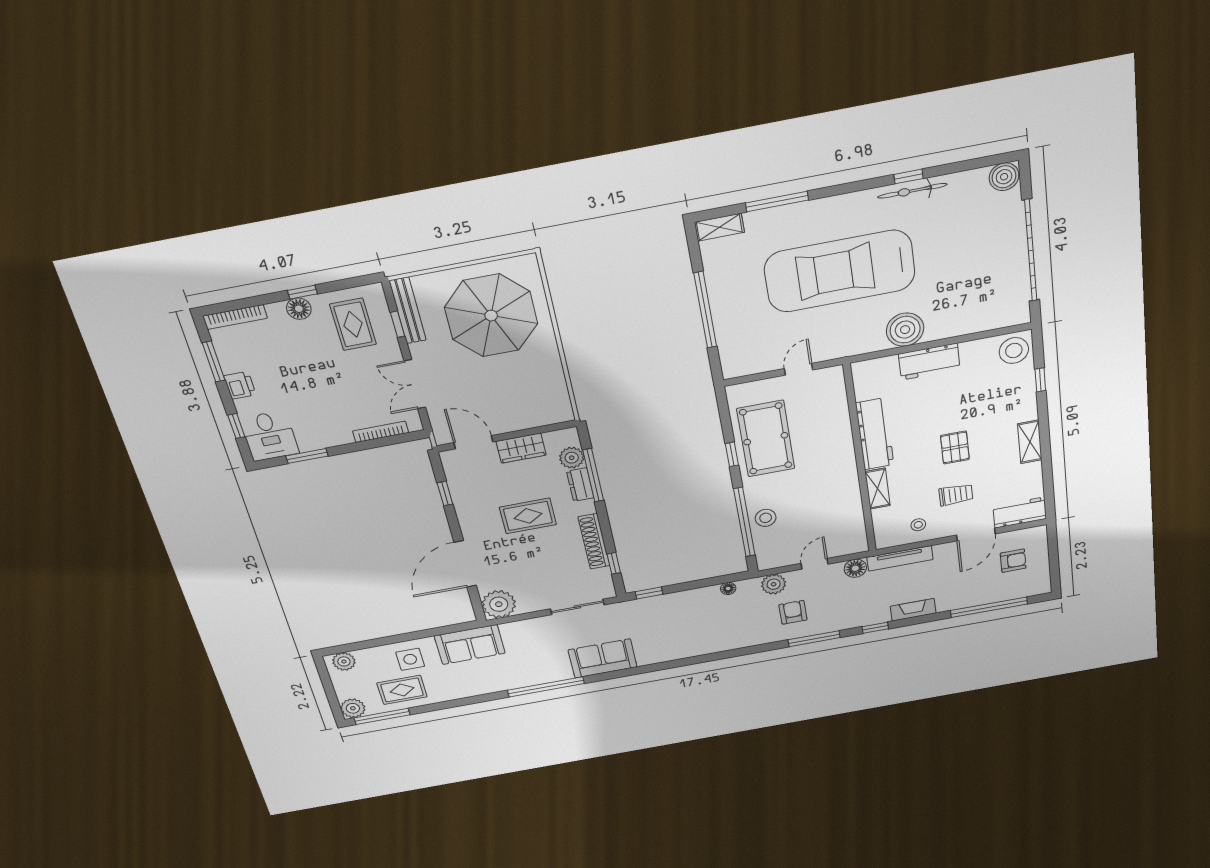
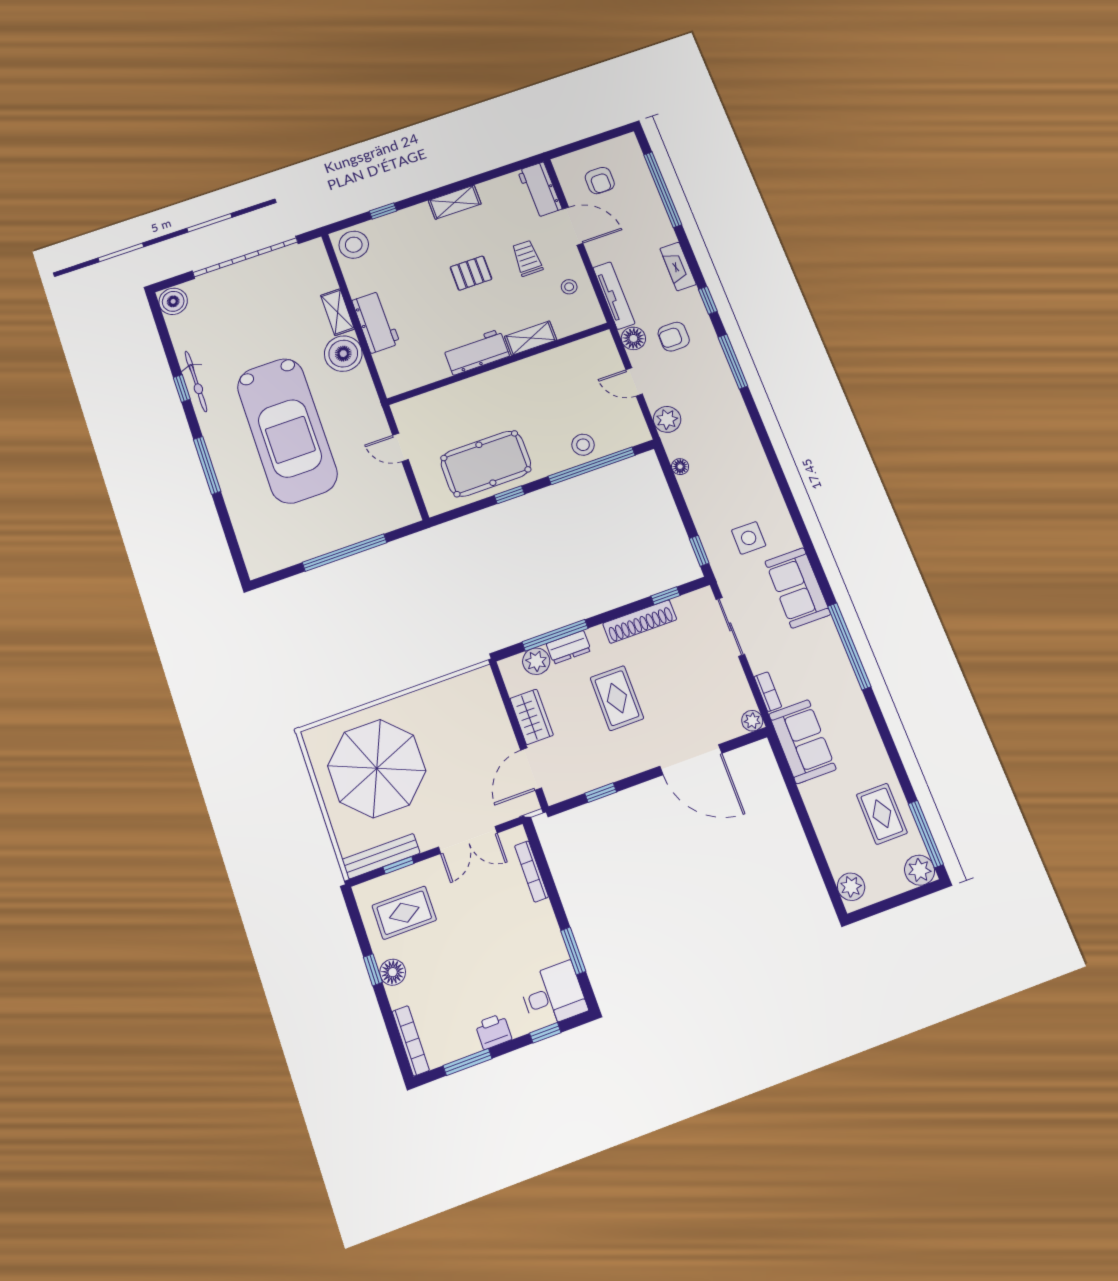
window: (777, 202) -> (207, 465), moved
shelving: (719, 227) -> (337, 312), moved
workbench: (875, 434) -> (476, 352), width x0.73
armchair: (1013, 561) -> (600, 181), turned 180
plant: (499, 604) -> (752, 721), width x0.53, depth x0.53
armchair: (793, 612) -> (674, 337), moved
bookcase: (516, 626) -> (768, 692), added
side table: (410, 659) -> (749, 538), moved

